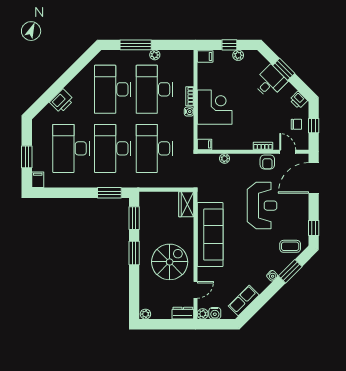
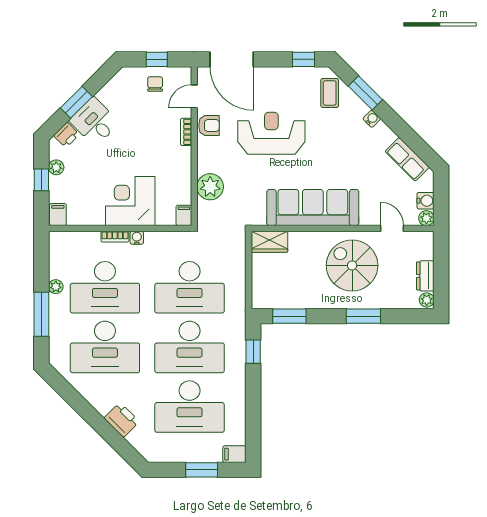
printer: (298, 100) -> (66, 135), moved
plant: (225, 159) -> (210, 187), width x1.88, depth x1.88
window: (109, 193) -> (253, 352), width x0.67
window: (134, 253) -> (363, 316), moved
dresser: (183, 313) -> (425, 276), moved

